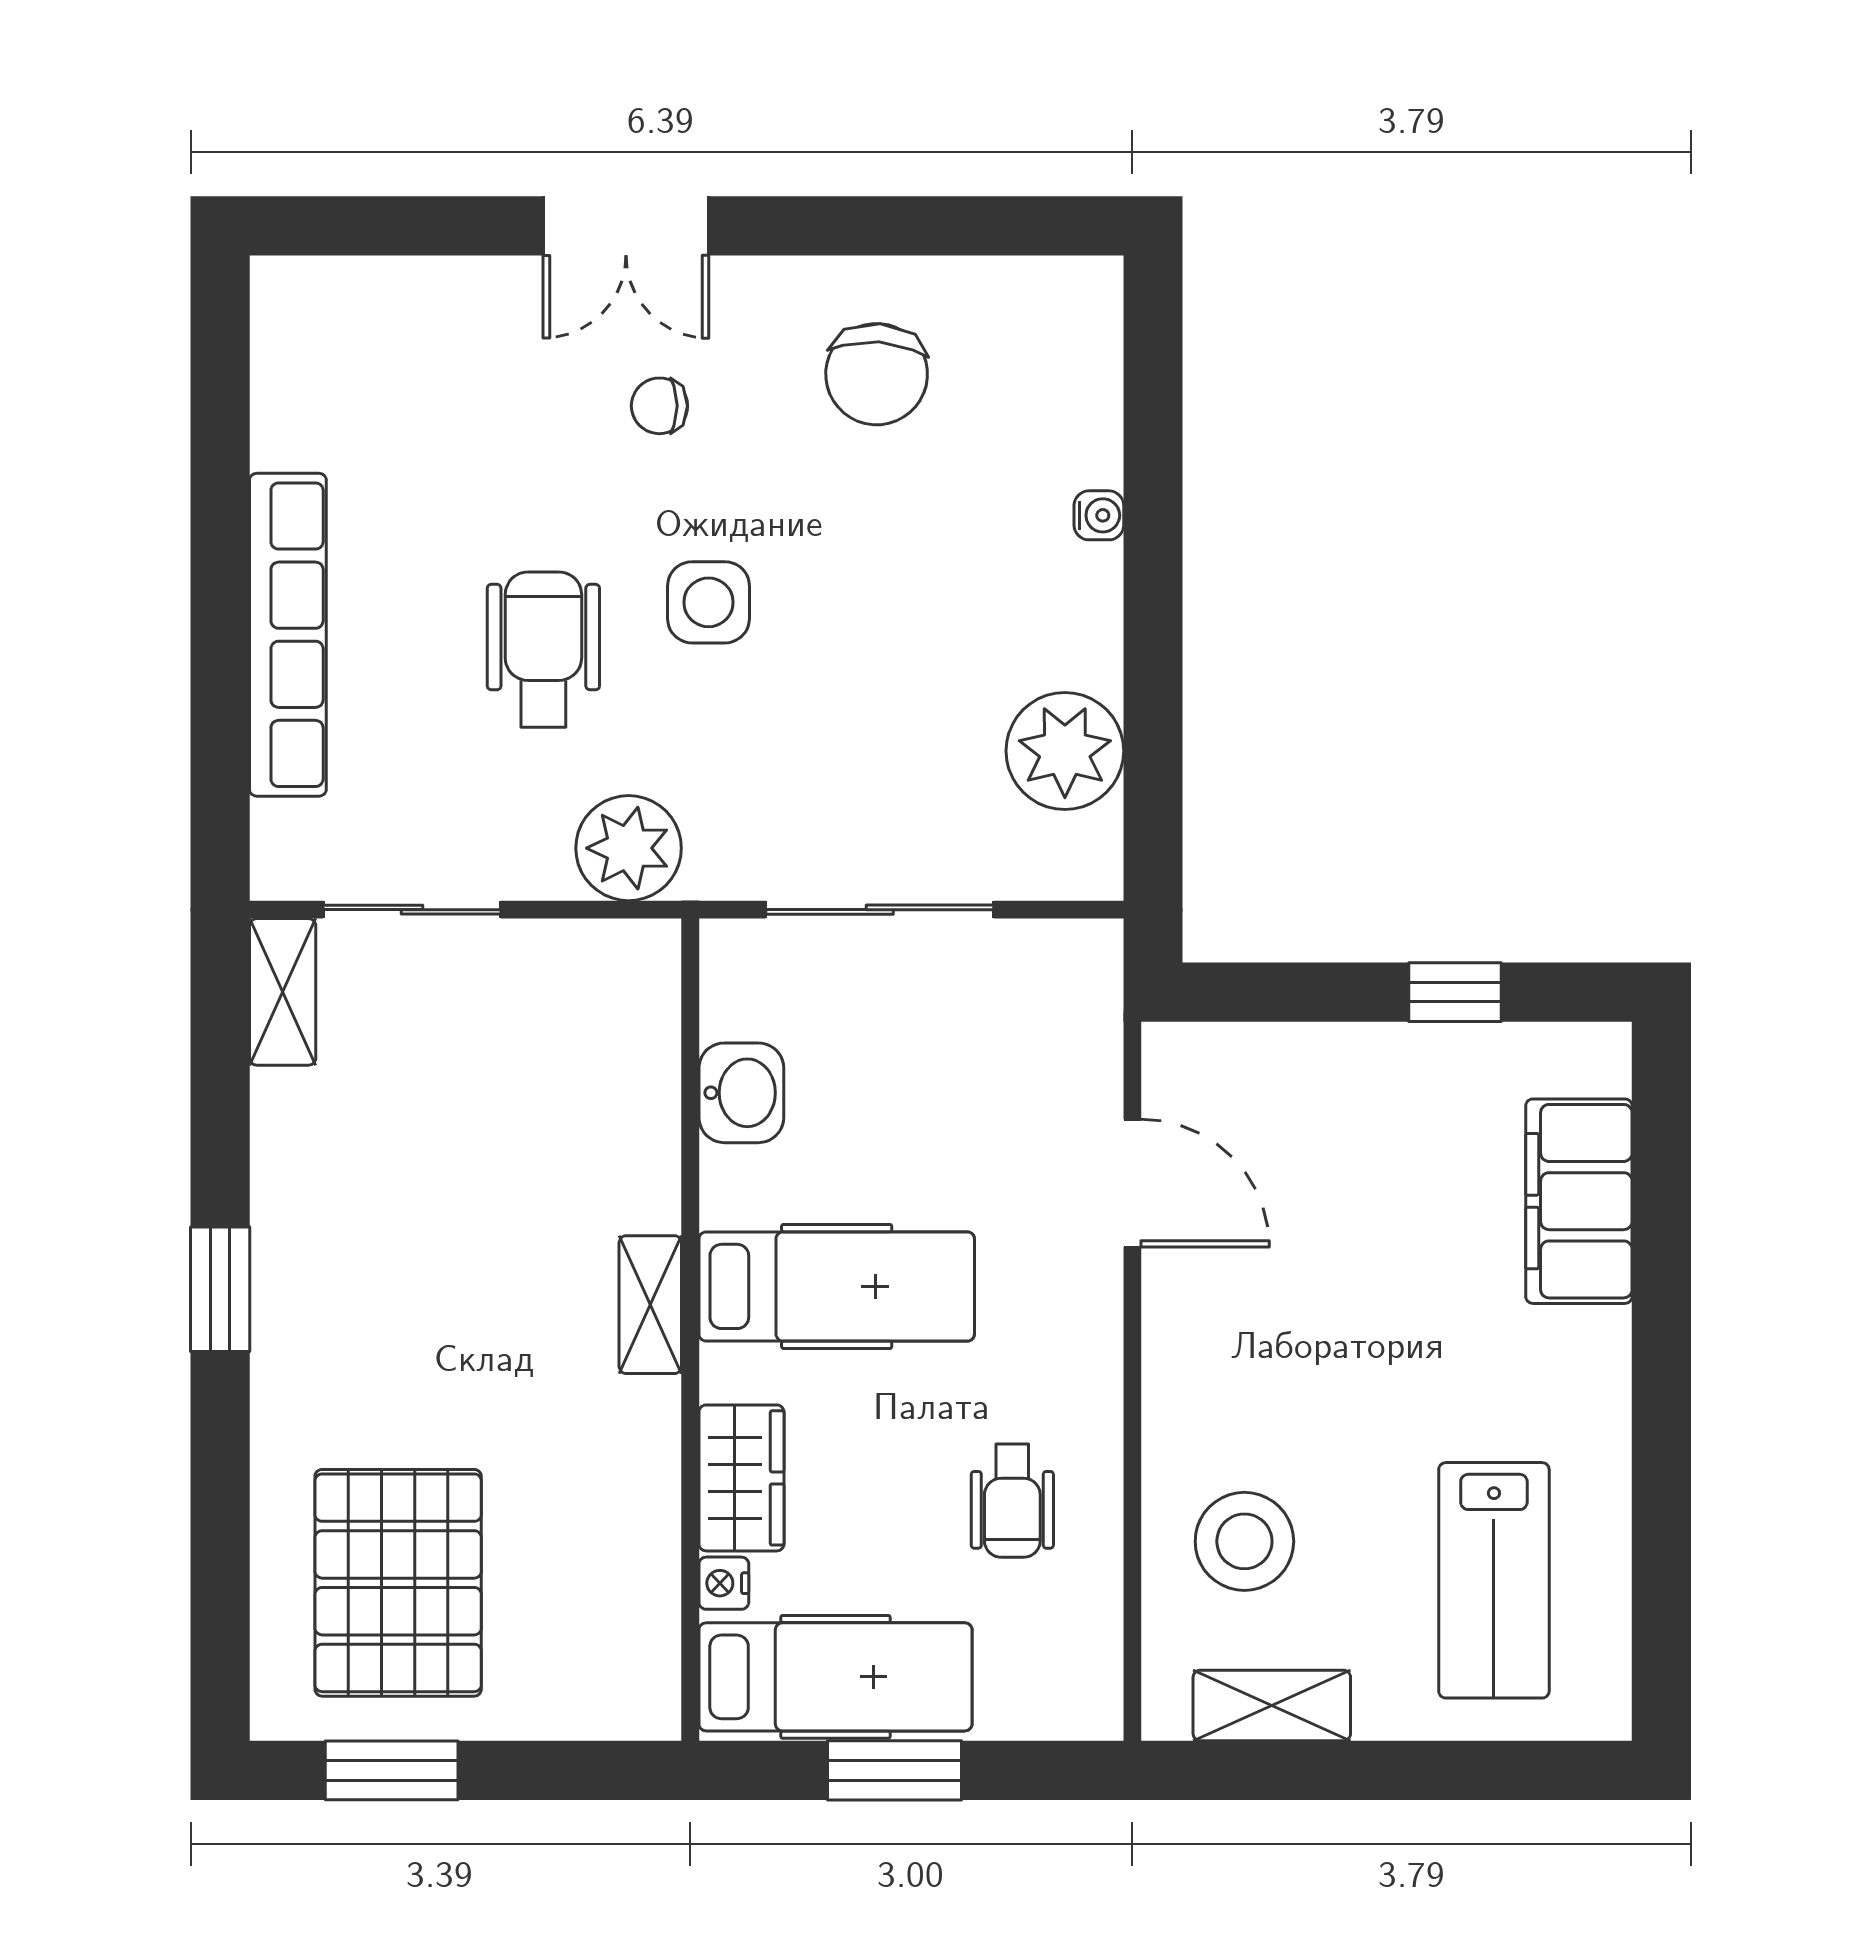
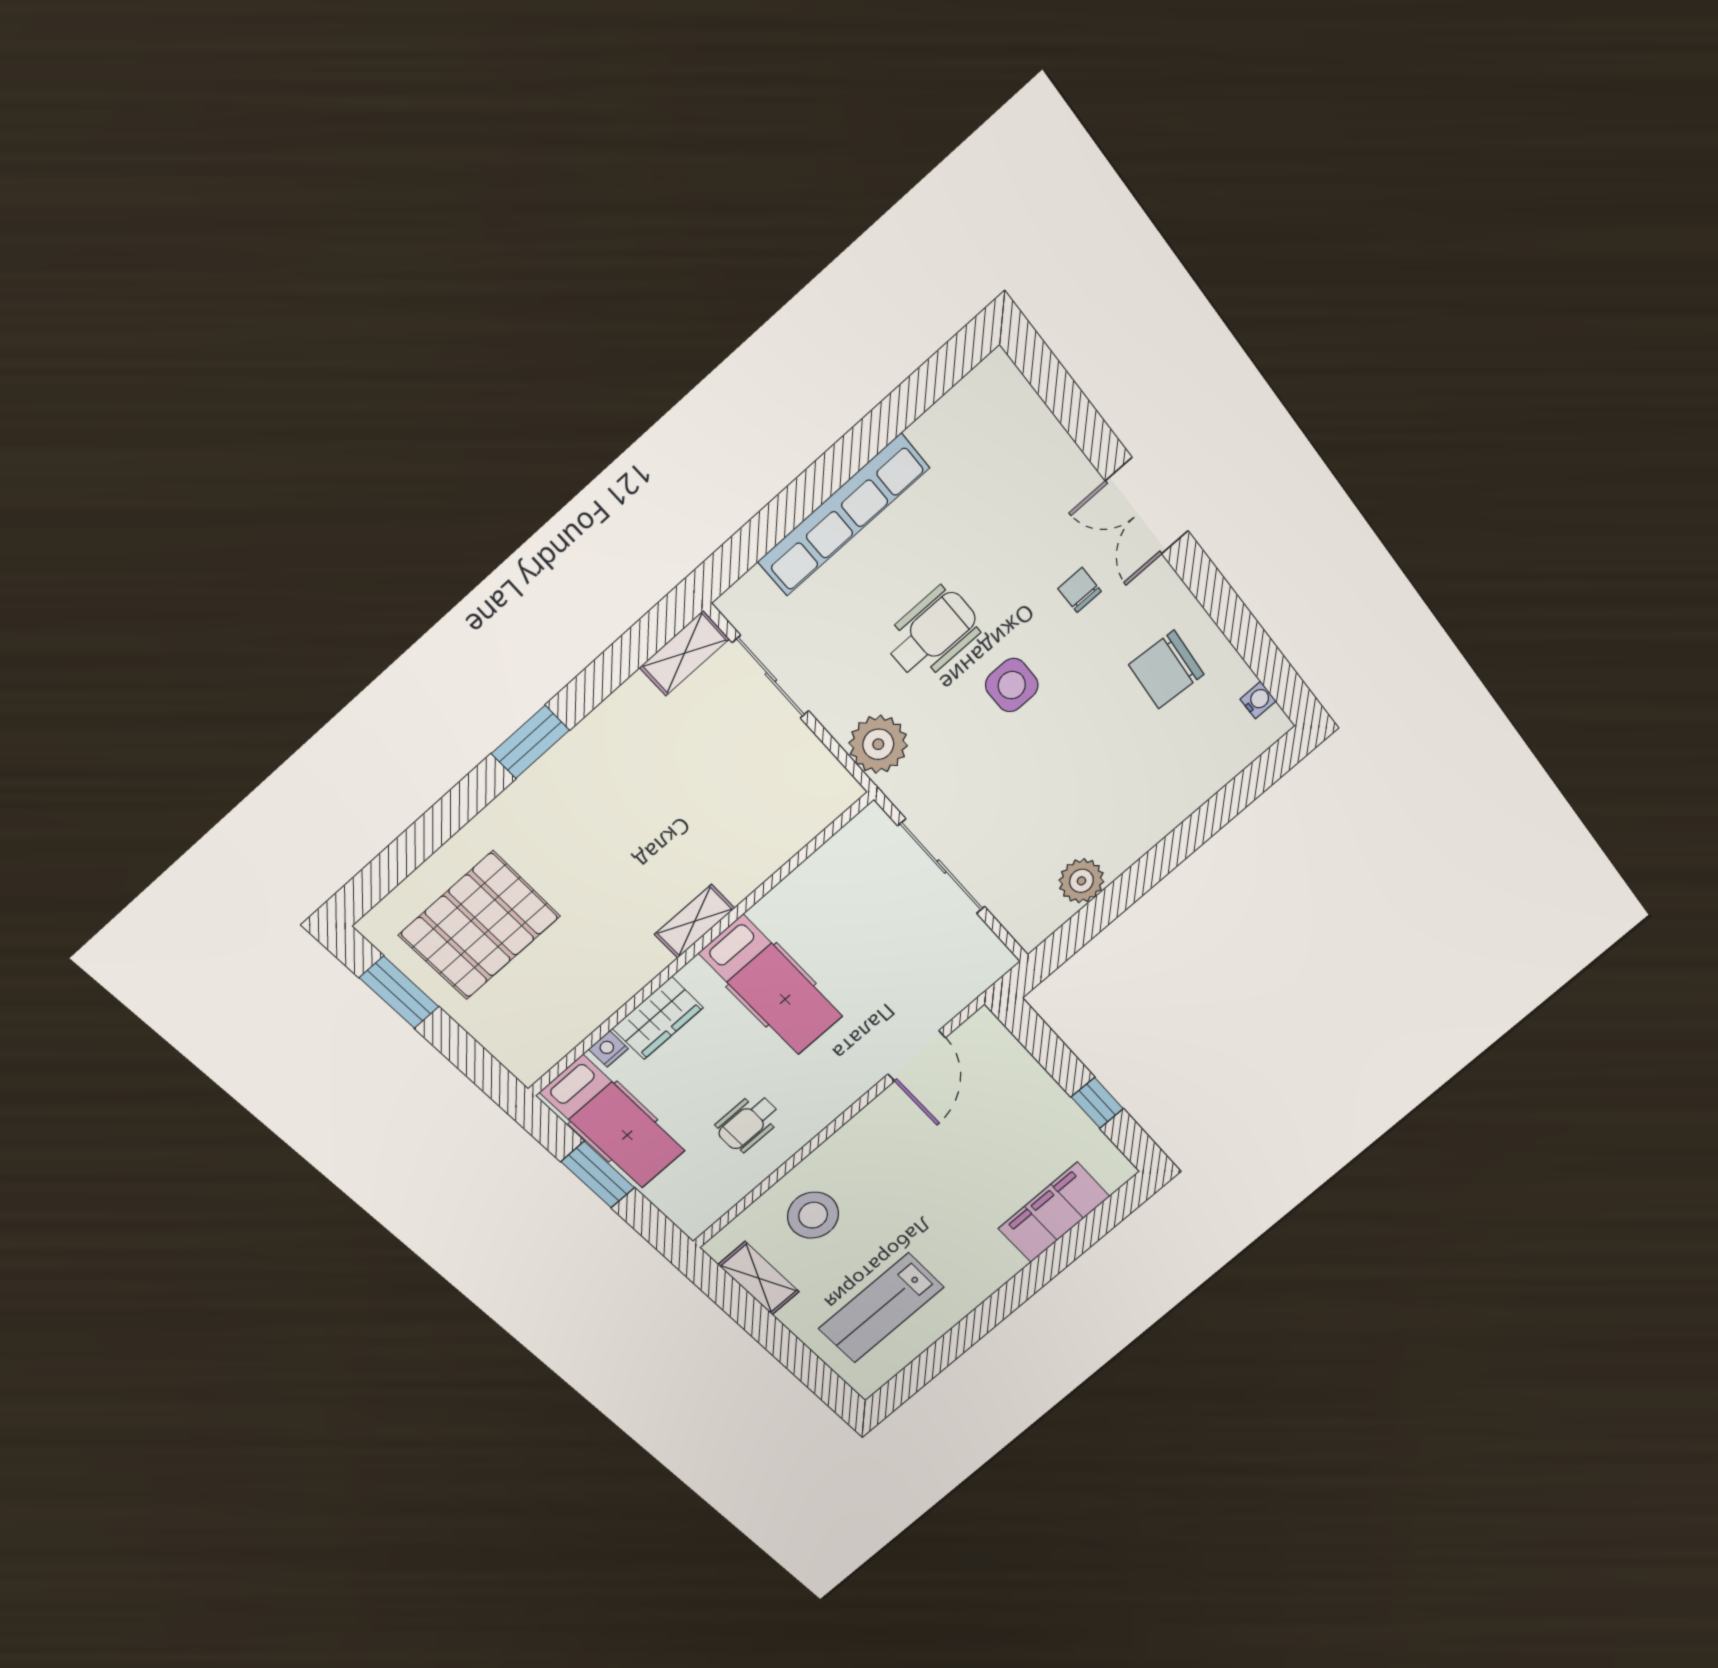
water cooler: (1099, 515) -> (1258, 700), moved, turned -90
plant: (1065, 751) -> (1081, 881), width x0.73, depth x0.73
washbasin: (741, 1093) -> (816, 879), removed

